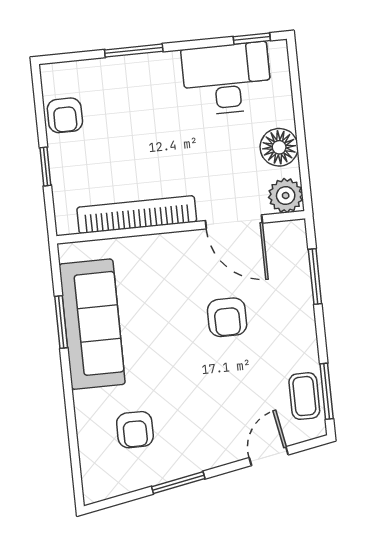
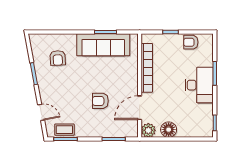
desk: (227, 79) -> (199, 85), moved
armchair: (135, 430) -> (58, 58), turned -93

